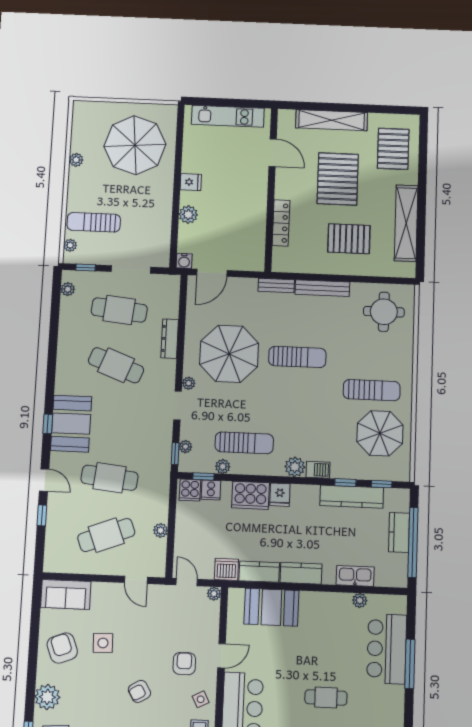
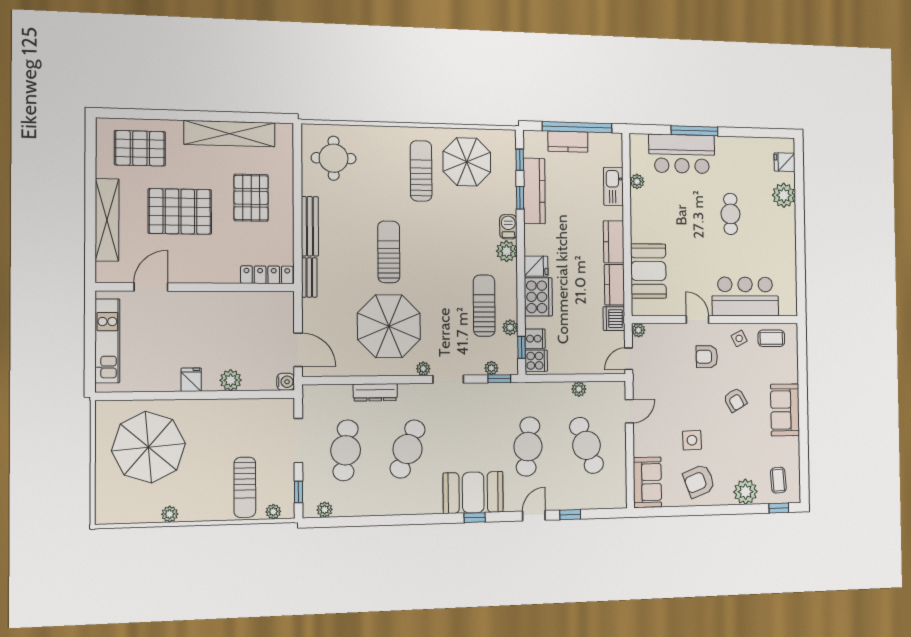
locker: (281, 223) -> (267, 275), moved

